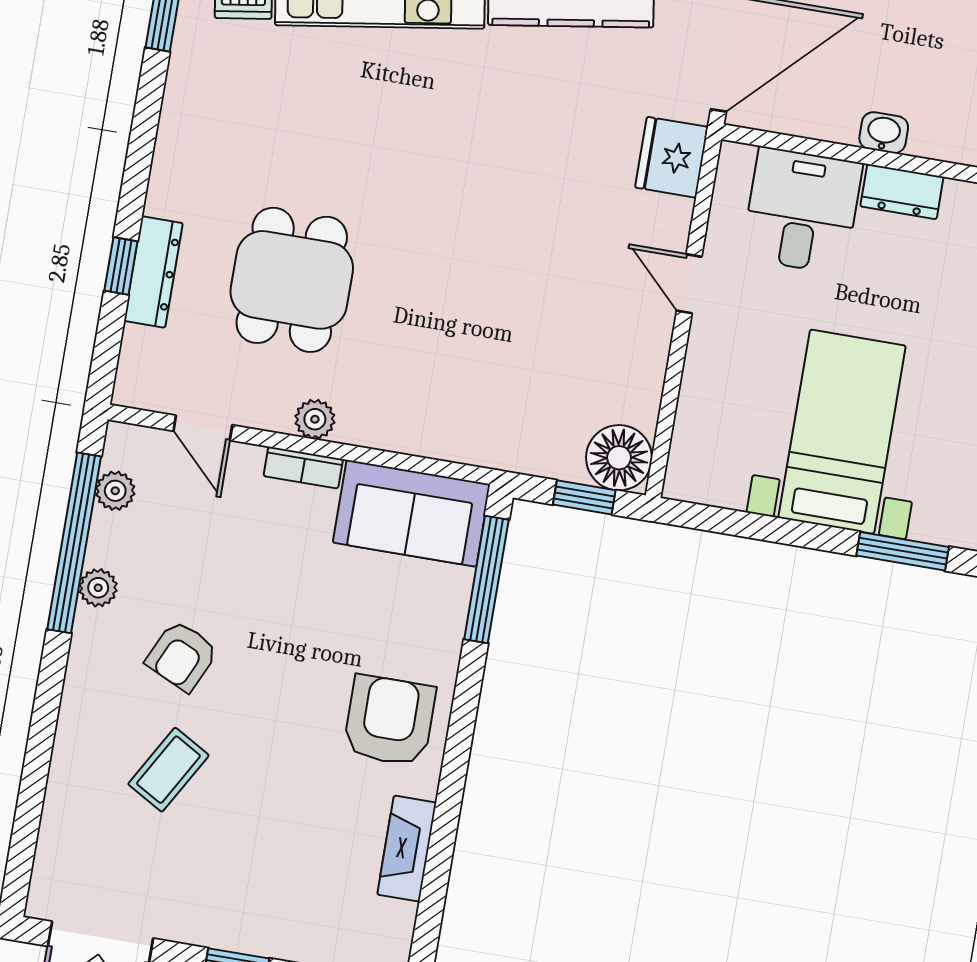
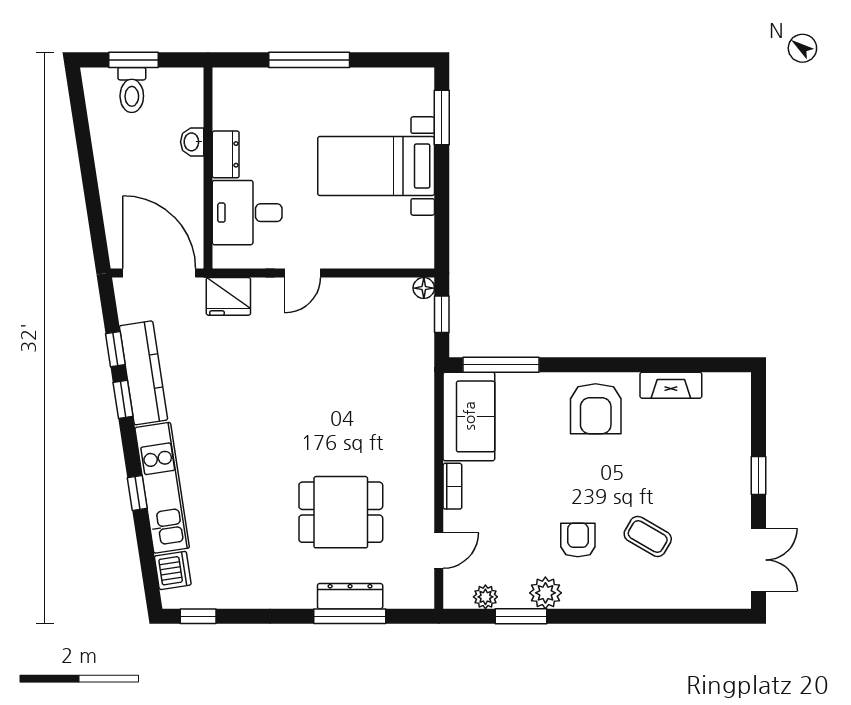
washbasin: (884, 133) -> (192, 142), moved
window: (121, 266) -> (350, 616), width x2.17
plant: (315, 419) -> (422, 484), removed
floor lamp: (619, 458) -> (424, 288), width x0.53, depth x0.53
window: (74, 543) -> (521, 616), width x0.47
plant: (98, 588) -> (545, 593), width x1.38, depth x1.38
armchair: (182, 656) -> (578, 540), turned -115
armchair: (389, 721) -> (596, 409), turned -90

